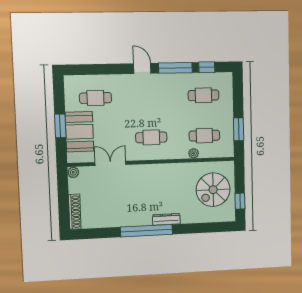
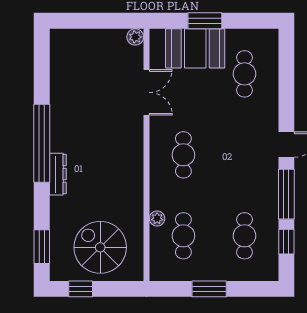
window: (239, 129) -> (209, 289), moved
shoe rack: (75, 212) -> (76, 37), removed
window: (214, 227) -> (42, 247), added

